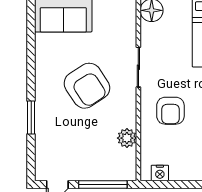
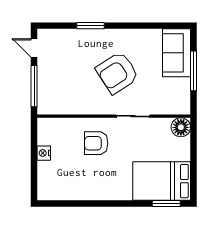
plant: (127, 138) -> (73, 106), removed
nightstand: (160, 173) -> (44, 153), moved

